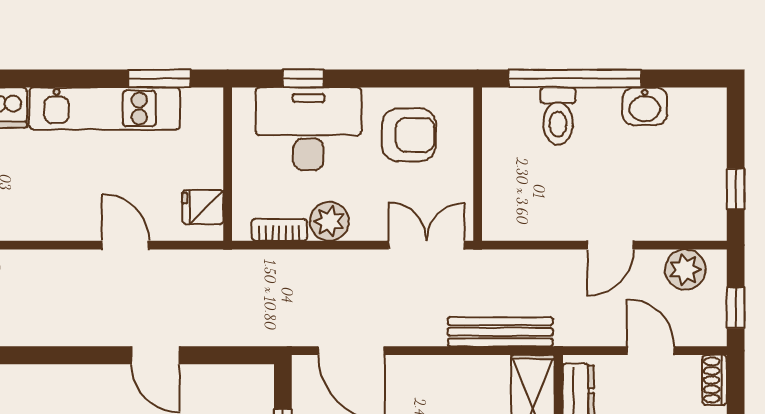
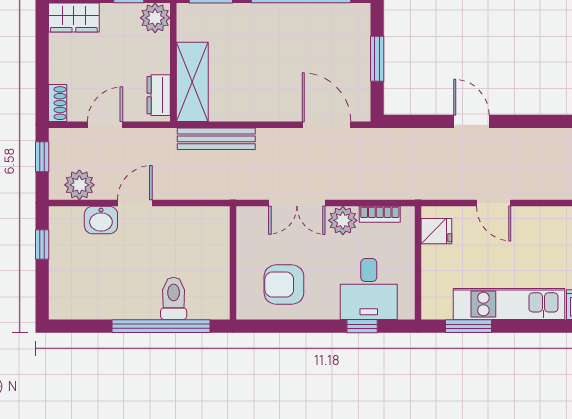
washbasin: (645, 106) -> (101, 220), moved, turned 180
desk: (309, 129) -> (369, 289), width x0.73
double door: (427, 245) -> (297, 203), moved
door: (651, 351) -> (105, 125), swing flipped

